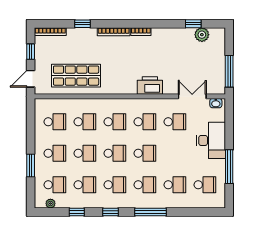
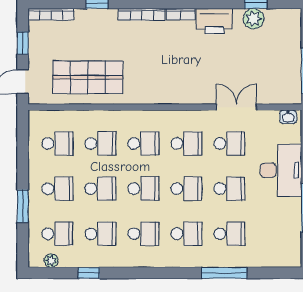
plant: (202, 35) -> (254, 19), moved
printer: (150, 86) -> (214, 21), moved, turned 180
double door: (192, 96) -> (236, 107), moved
school desk: (205, 185) -> (229, 189), moved
window: (110, 212) -> (137, 273), removed
window: (151, 212) -> (224, 273), moved

